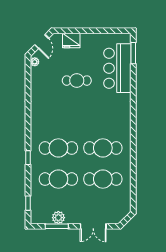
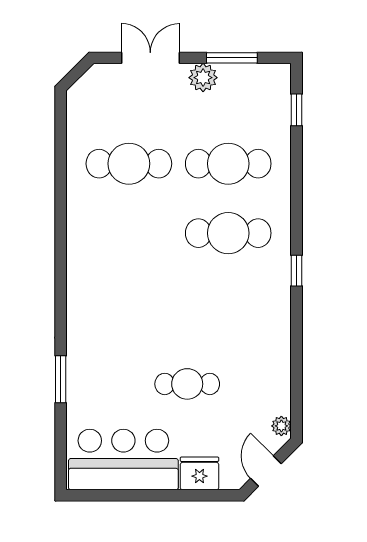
window: (133, 53) -> (61, 379), moved
bar counter: (117, 68) -> (123, 460), moved, turned -90
cafe table: (103, 148) -> (129, 233), removed
window: (28, 158) -> (297, 271), moved
plant: (58, 218) -> (203, 78), moved

